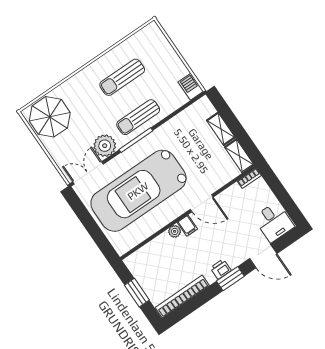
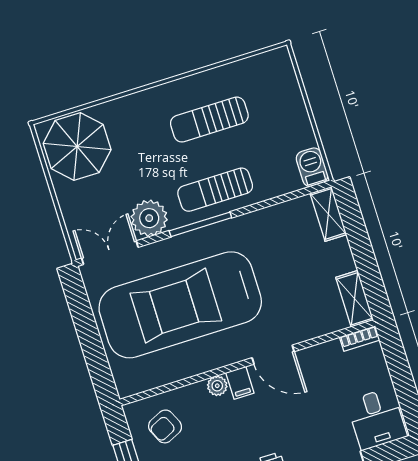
shelving: (221, 129) -> (328, 214), moved
armchair: (151, 265) -> (165, 426), added

